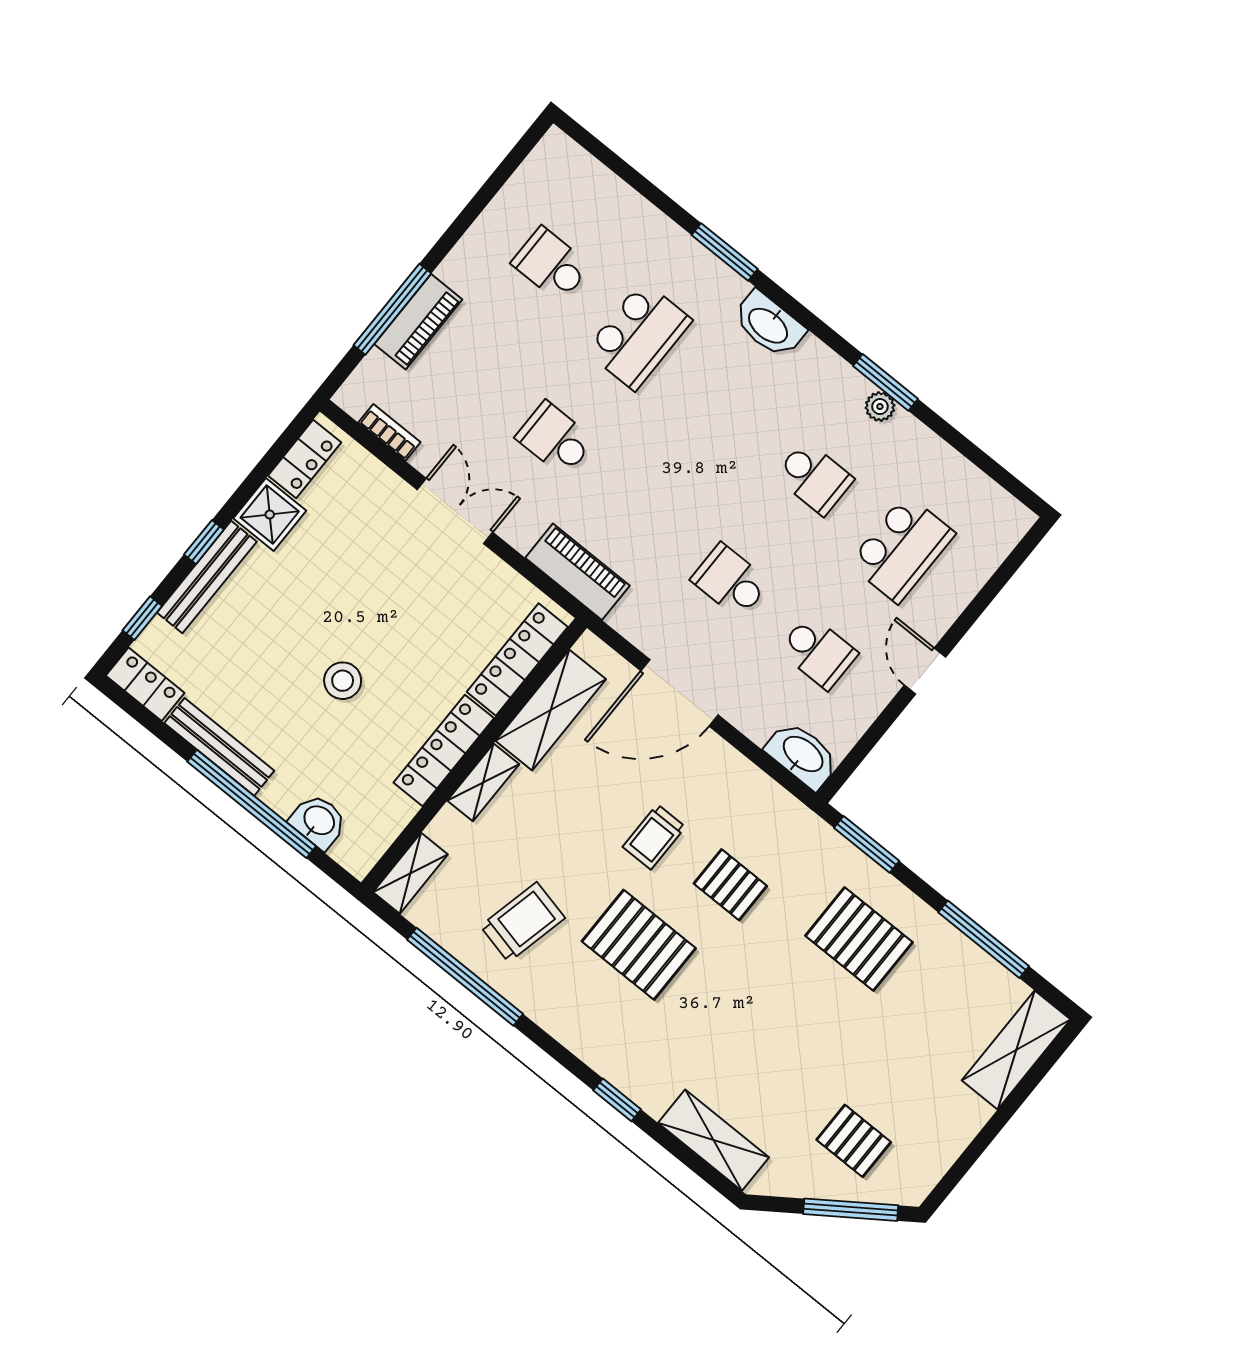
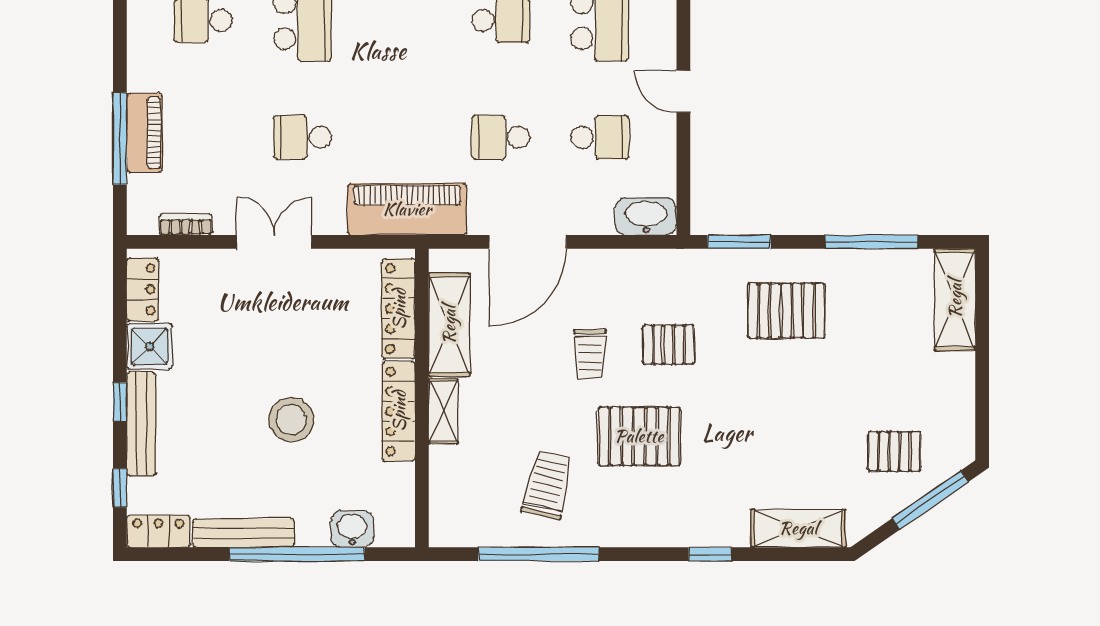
piano: (577, 572) -> (407, 209), width x1.37, depth x1.33
stool: (343, 681) -> (291, 420), width x1.38, depth x1.38
shelving: (410, 873) -> (444, 514), removed

